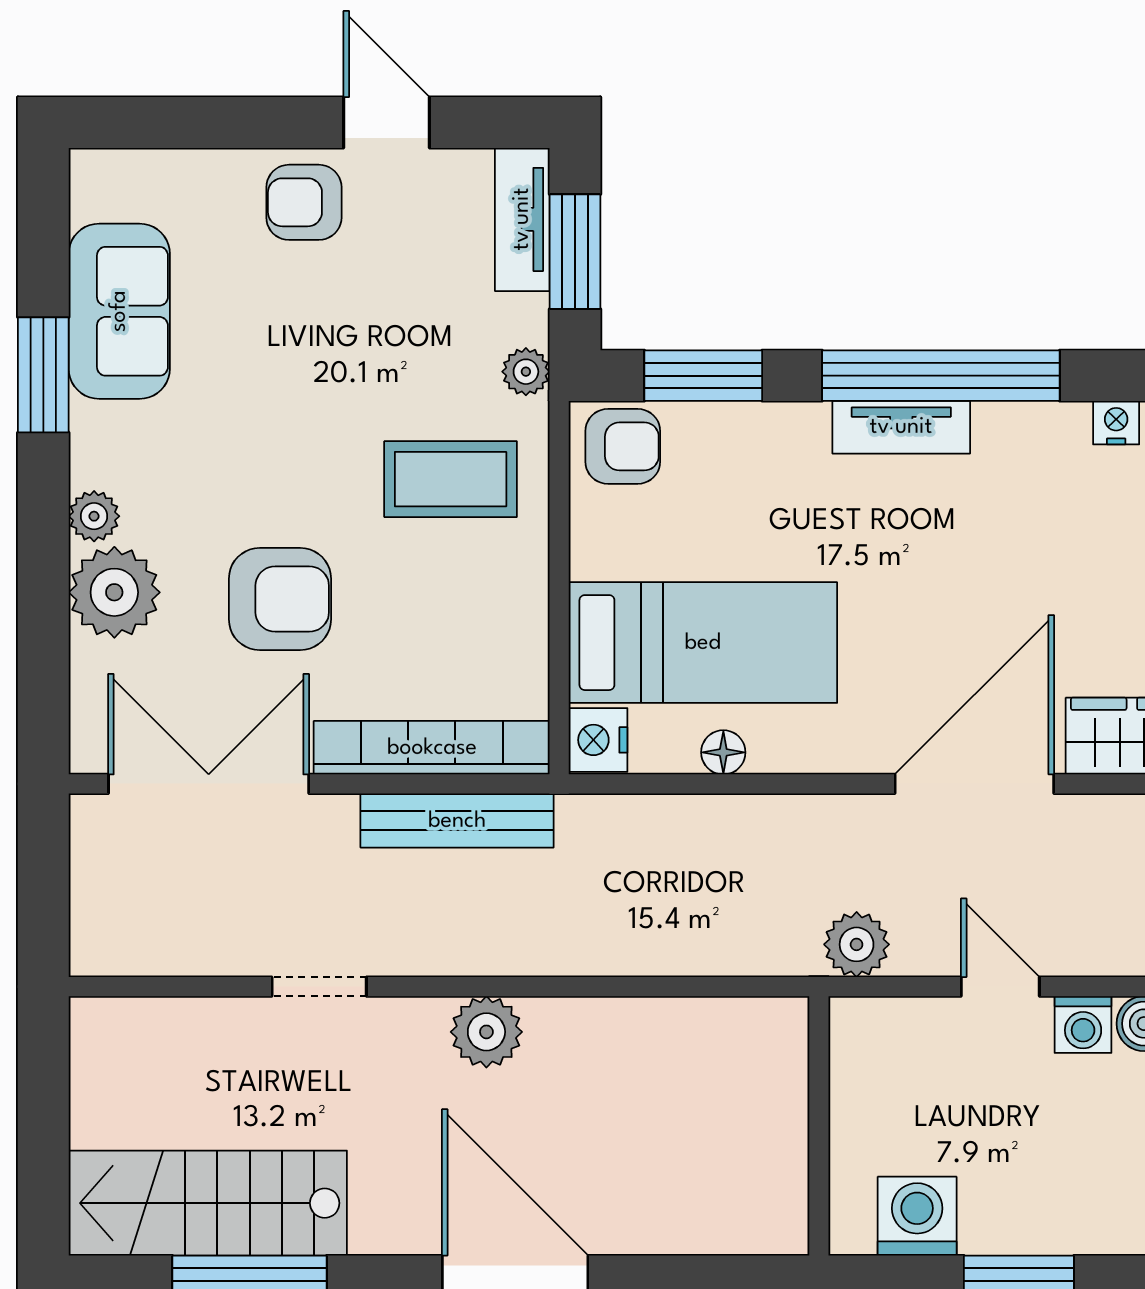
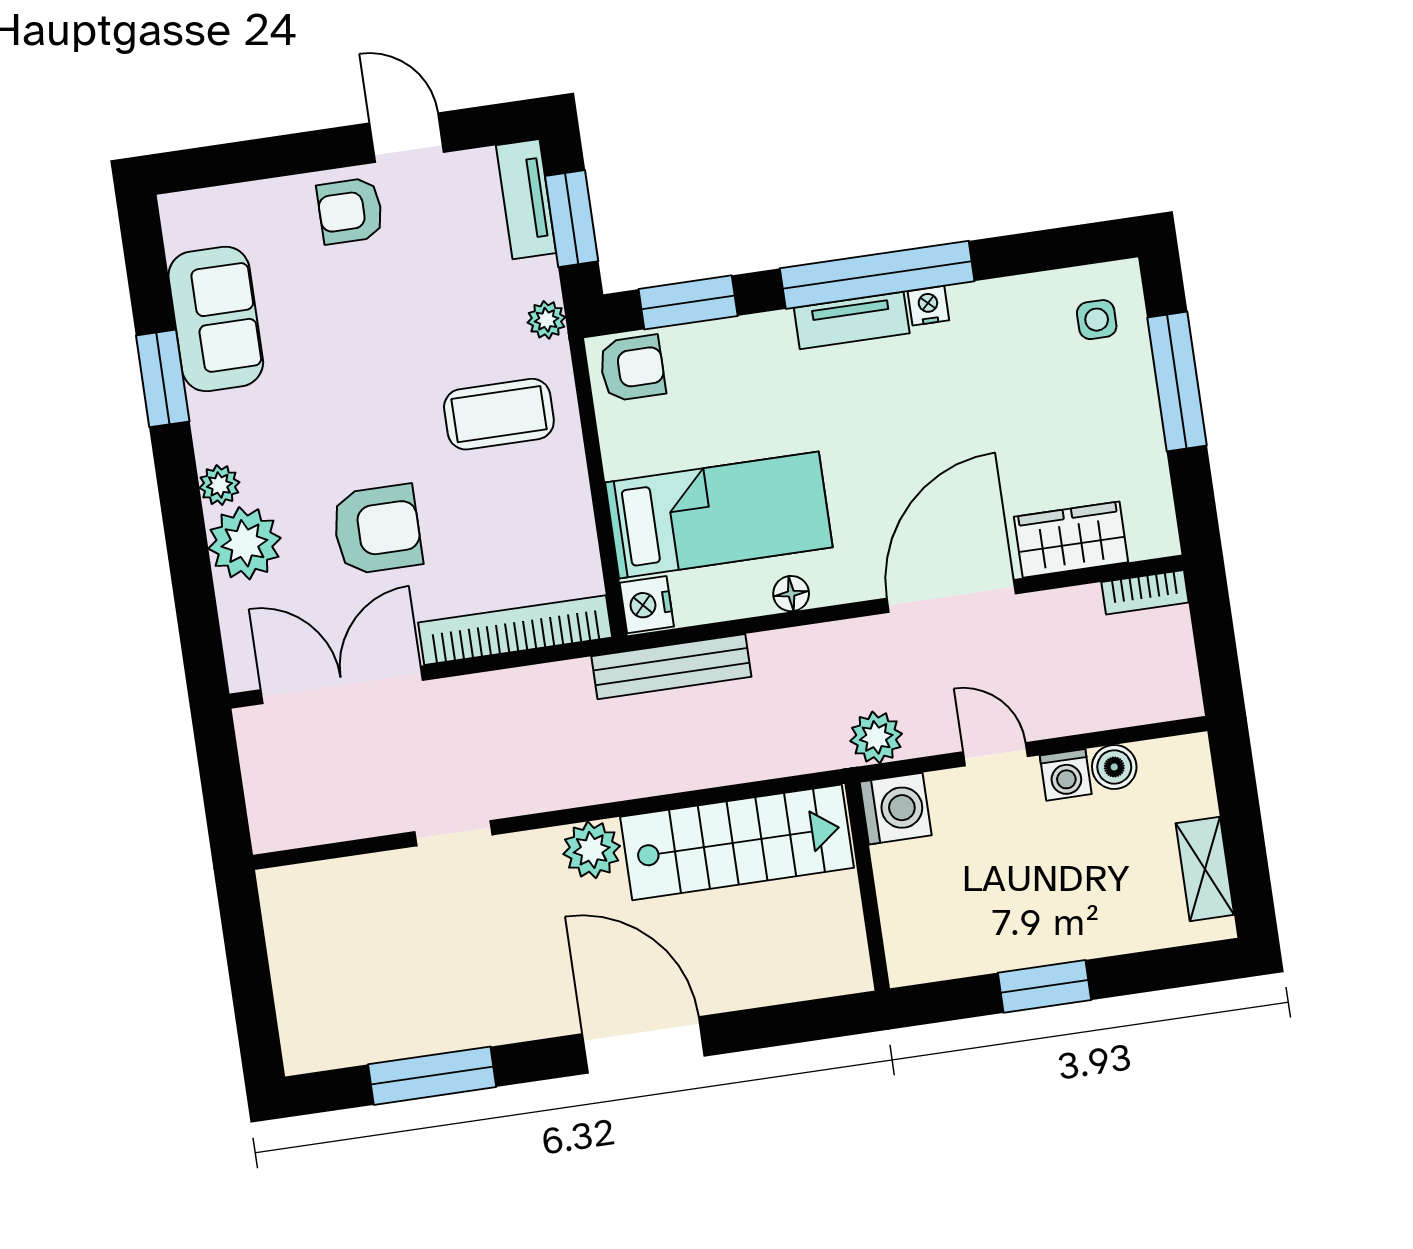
nightstand: (1116, 423) -> (928, 306), moved
floor lamp: (723, 752) -> (791, 594), moved
bench: (457, 821) -> (671, 667), moved
stairs: (208, 1203) -> (737, 842), moved, turned 180
washing machine: (917, 1216) -> (896, 809), moved, turned 90

